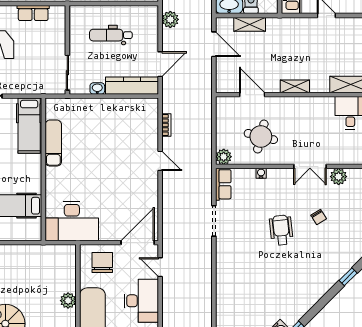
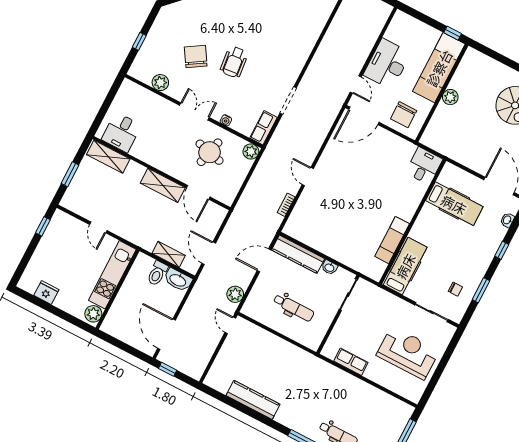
shelving: (295, 86) -> (163, 185), width x1.50, depth x1.33
double door: (310, 166) -> (194, 111), moved
chair: (319, 217) -> (196, 57), width x1.87, depth x1.87
desk: (72, 221) -> (424, 166), width x0.53, depth x0.77

